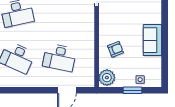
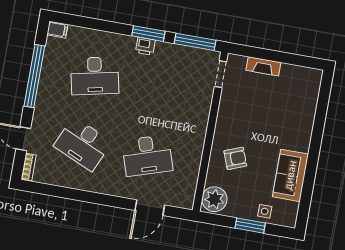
sofa: (152, 40) -> (290, 175), moved
desk: (59, 57) -> (147, 155), turned -30

